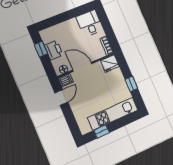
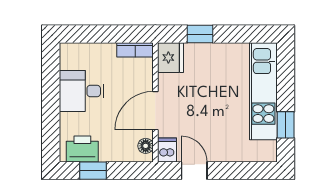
desk: (90, 23) -> (82, 91), moved
printer: (54, 50) -> (82, 149), moved
window: (131, 84) -> (200, 34), moved

